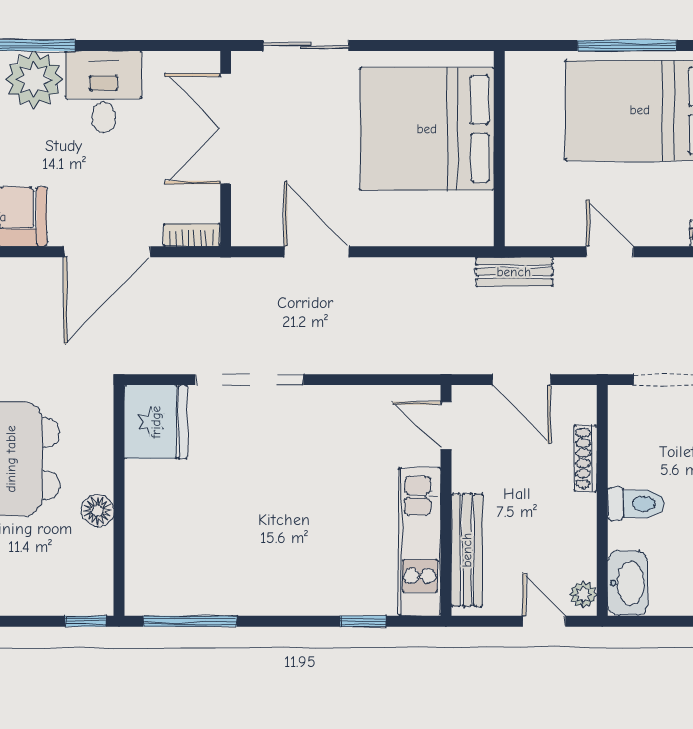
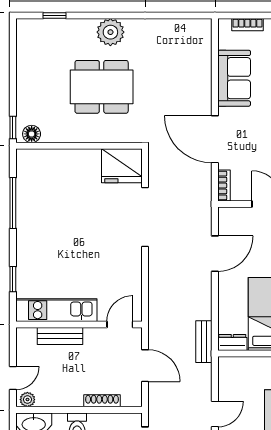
dresser: (479, 220) -> (232, 342), added
bench: (514, 272) -> (204, 342), moved
door: (521, 380) -> (145, 366), swing flipped
floor lamp: (98, 511) -> (32, 134), moved
bench: (467, 550) -> (60, 336), width x0.73
window: (190, 621) -> (13, 203), moved

